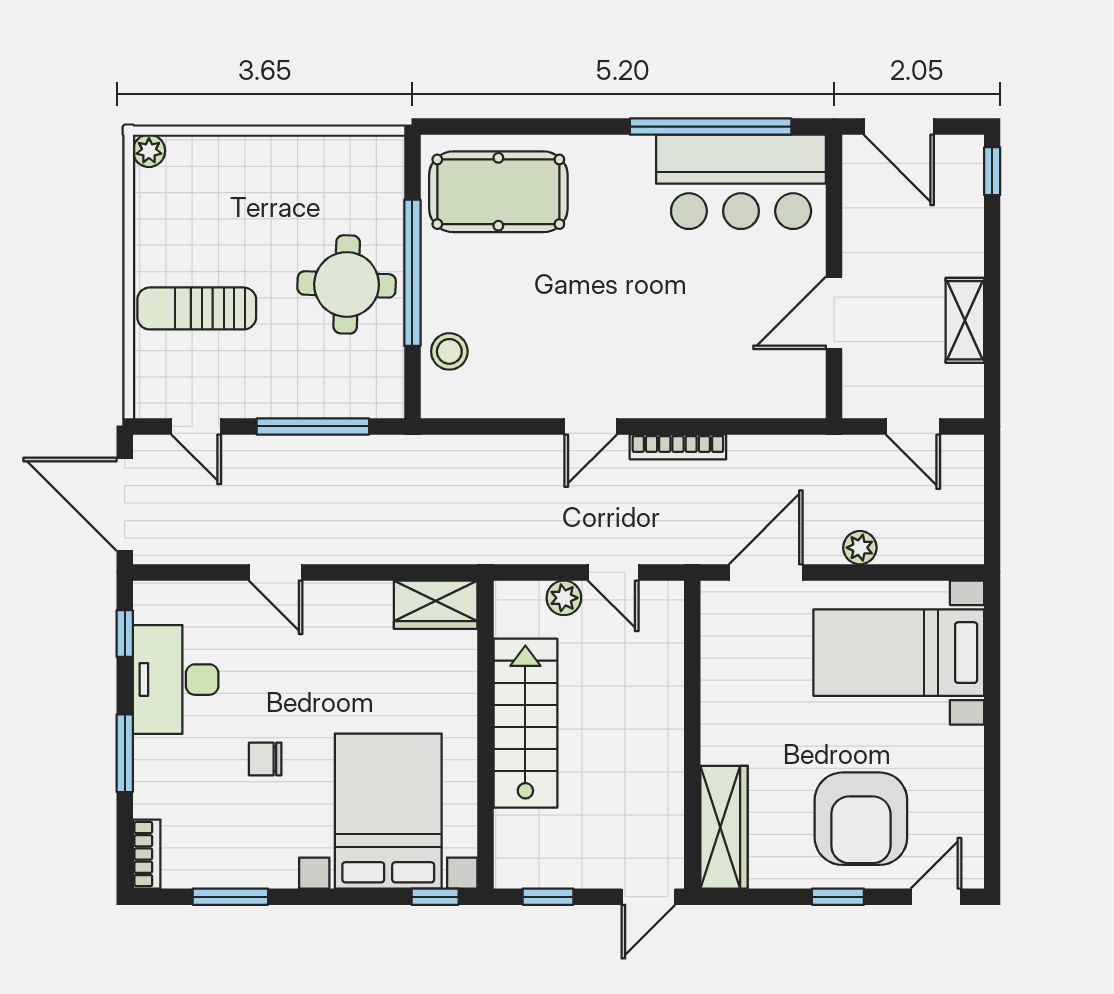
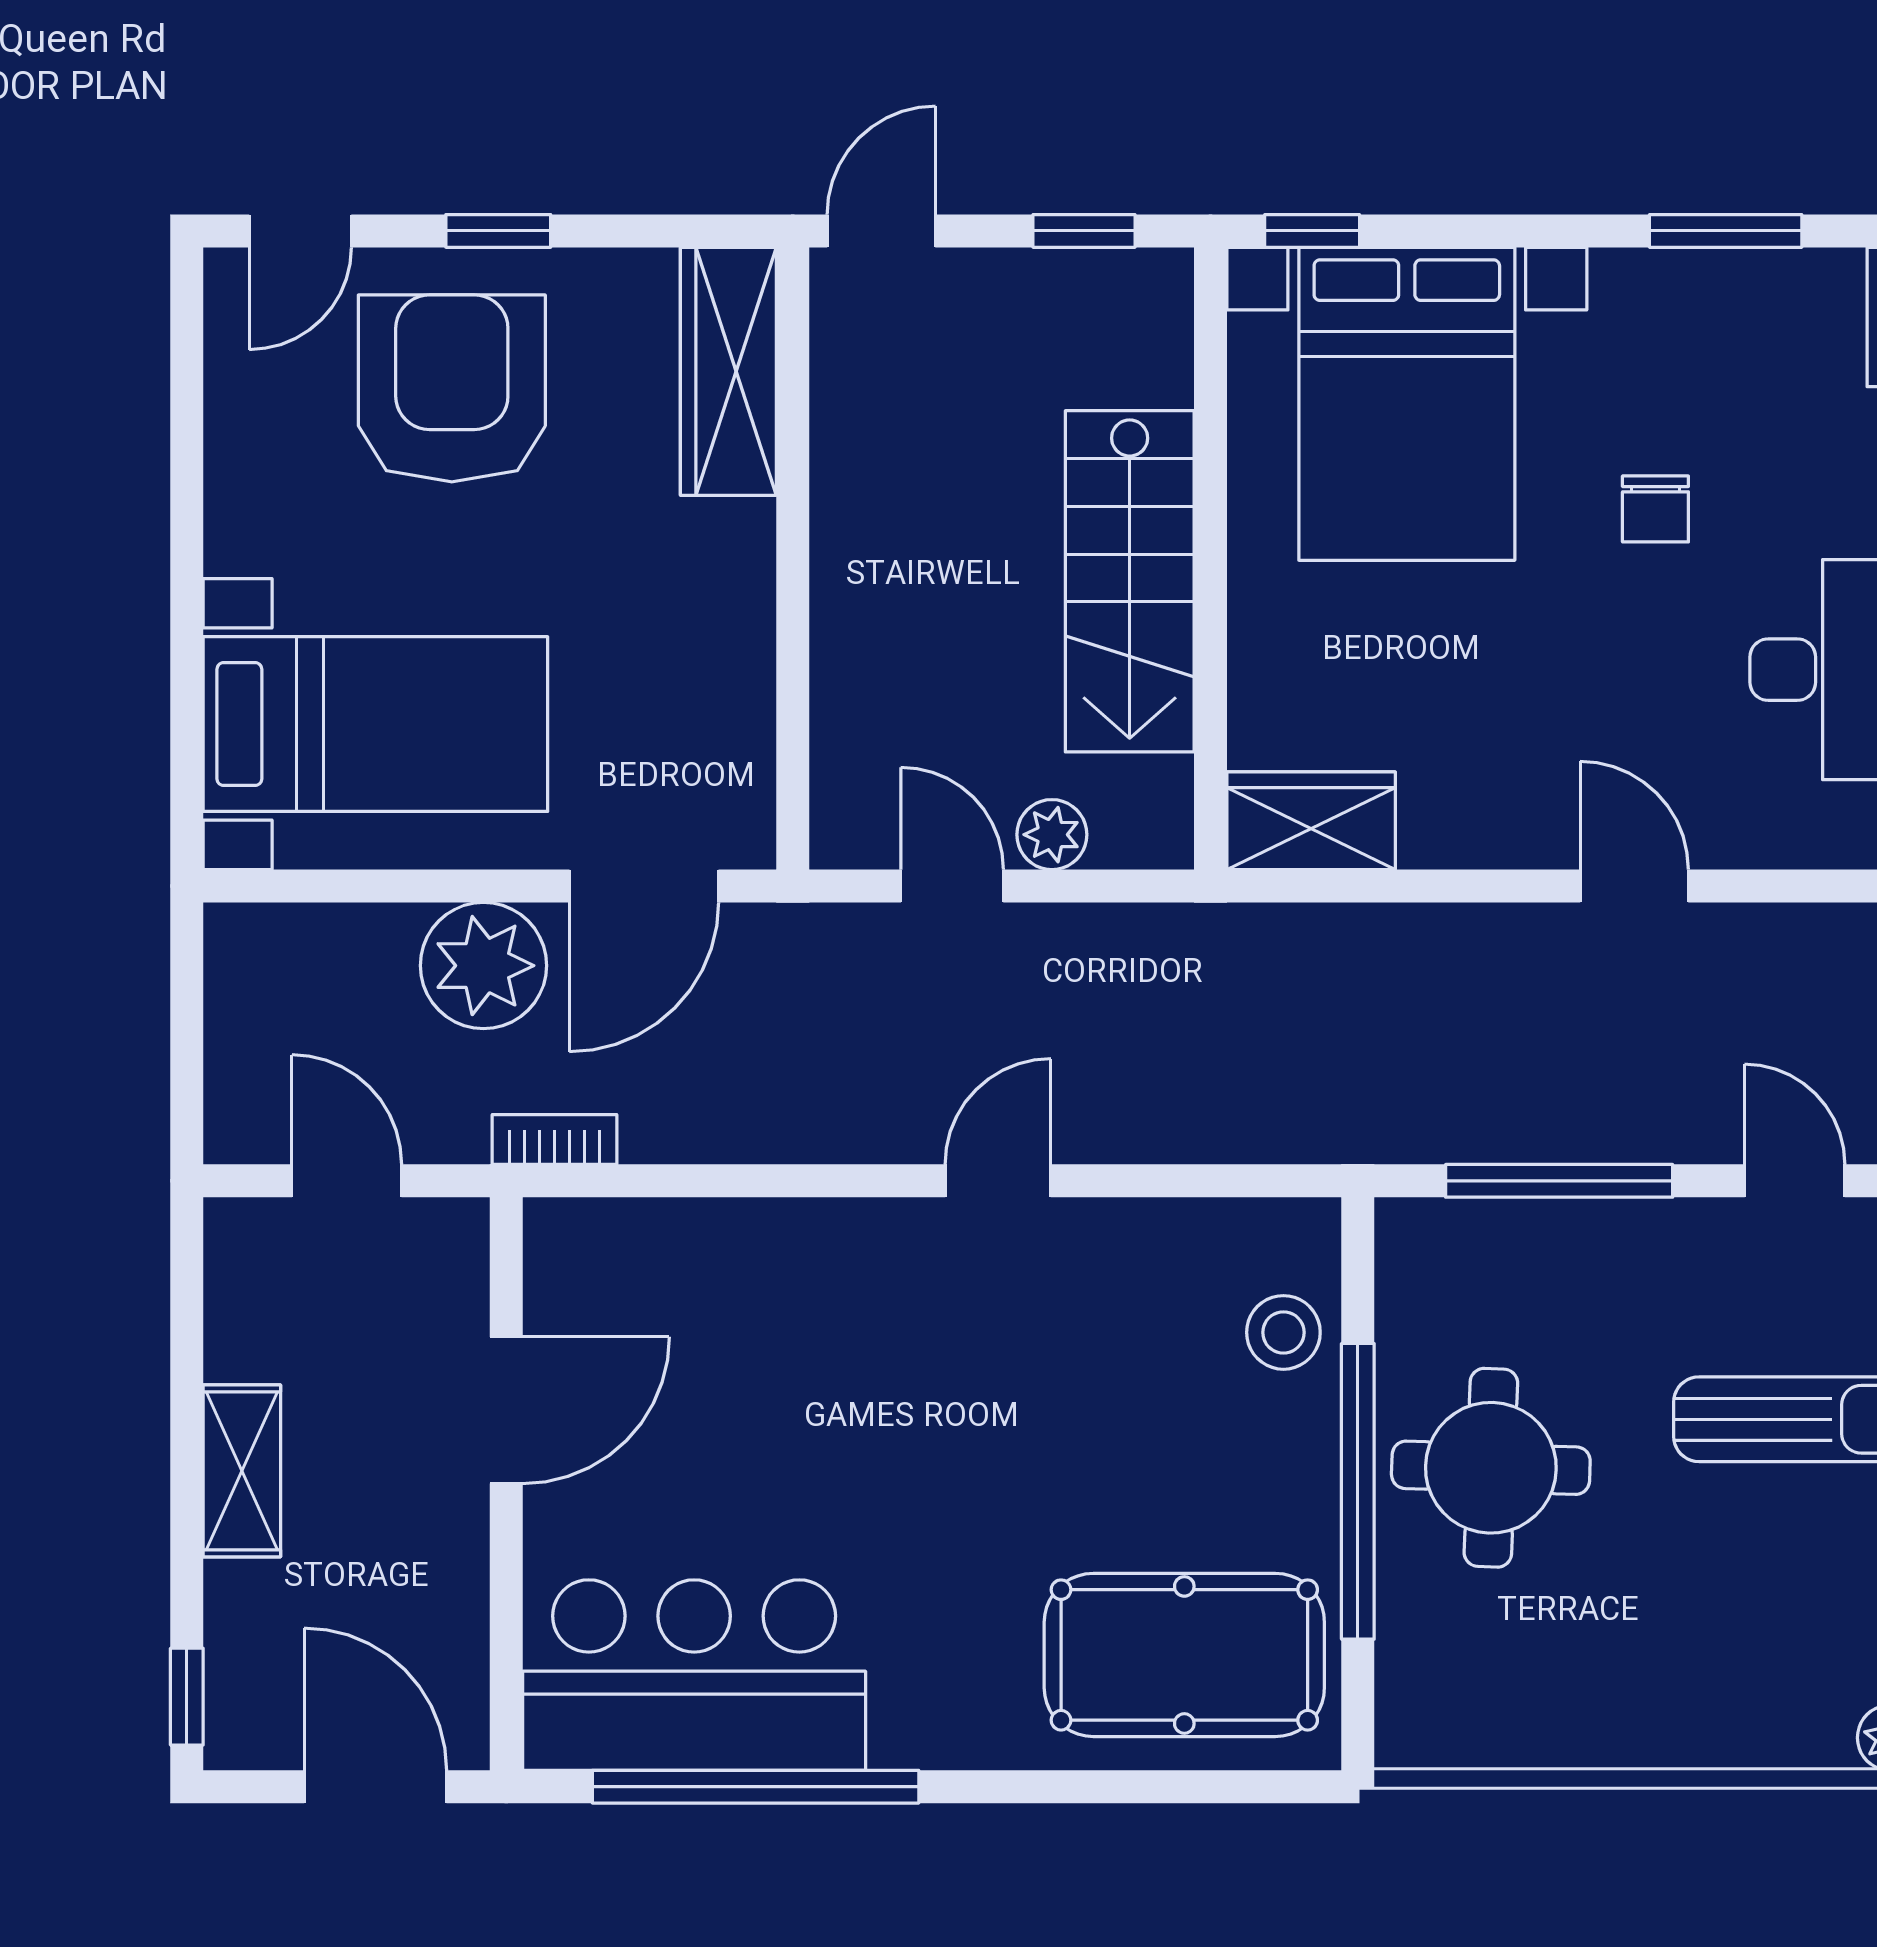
shelving: (965, 320) -> (242, 1471), moved
bookcase: (678, 447) -> (555, 1139), moved, width x0.64
plant: (860, 548) -> (483, 966), width x1.88, depth x1.88
chair: (265, 759) -> (1655, 509), turned 90

